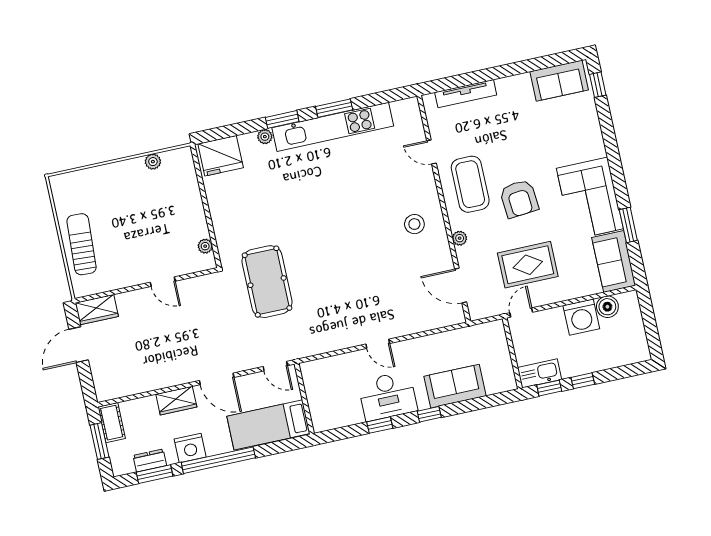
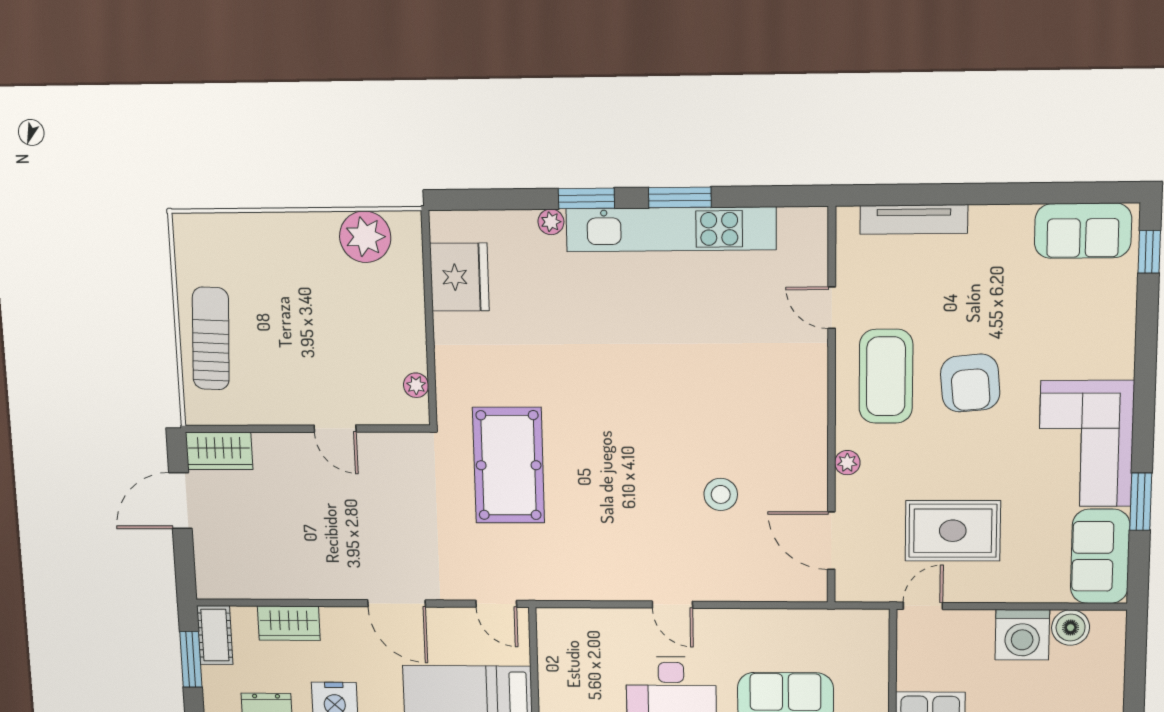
fridge: (221, 156) -> (459, 277), moved, turned -90
plant: (153, 162) -> (365, 237), width x1.88, depth x1.88
armchair: (519, 199) -> (970, 383), moved
stool: (414, 224) -> (721, 494), moved
wardrobe: (176, 401) -> (289, 623), moved

